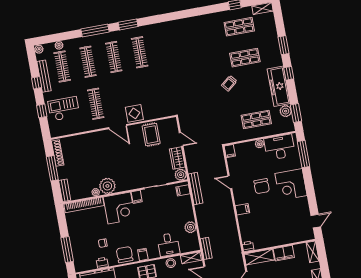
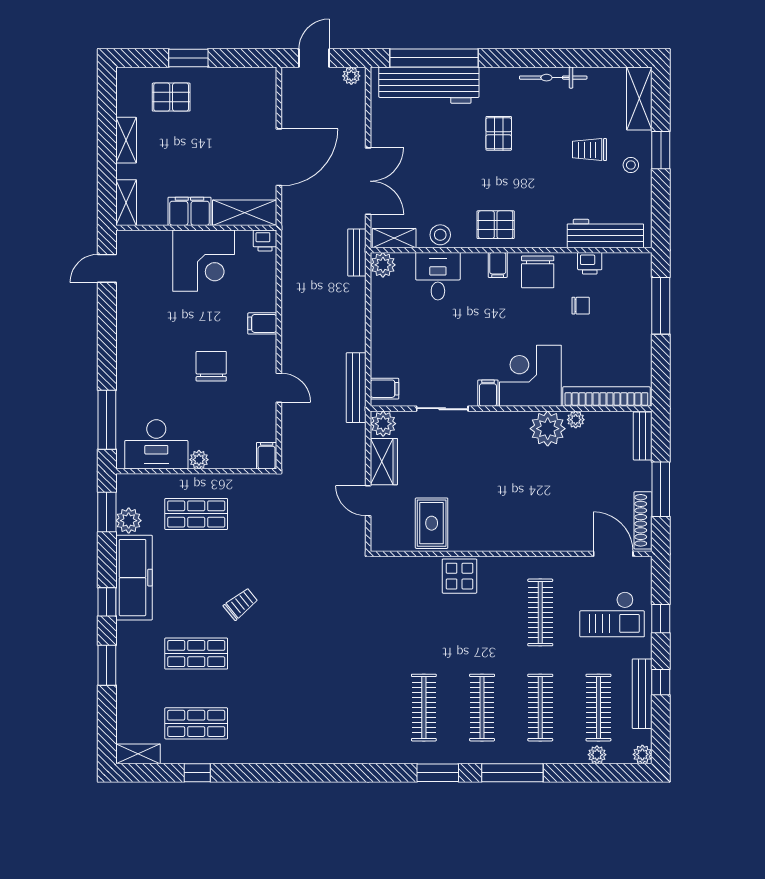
door: (118, 127) -> (613, 554), moved
corner desk: (291, 184) -> (204, 261), moved, turned 90
plant: (190, 227) -> (383, 265), moved

